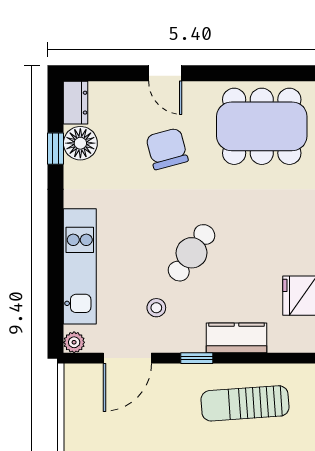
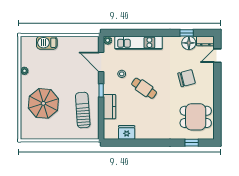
door: (165, 73) -> (217, 56), moved
dining table: (262, 126) -> (196, 117), width x0.73

